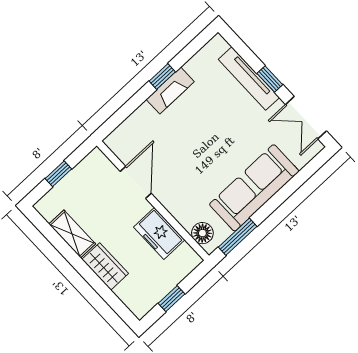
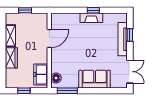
window: (270, 79) -> (130, 35), moved
double door: (306, 118) -> (130, 72), swing flipped
sofa: (254, 188) -> (95, 79), width x0.73
freezer: (159, 233) -> (41, 74), moved

